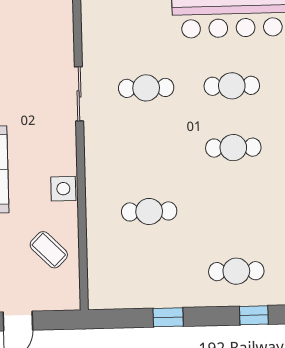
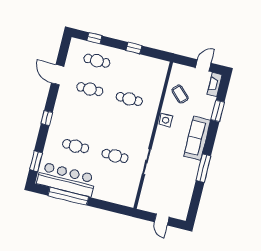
cafe table: (233, 148) -> (90, 89), moved

